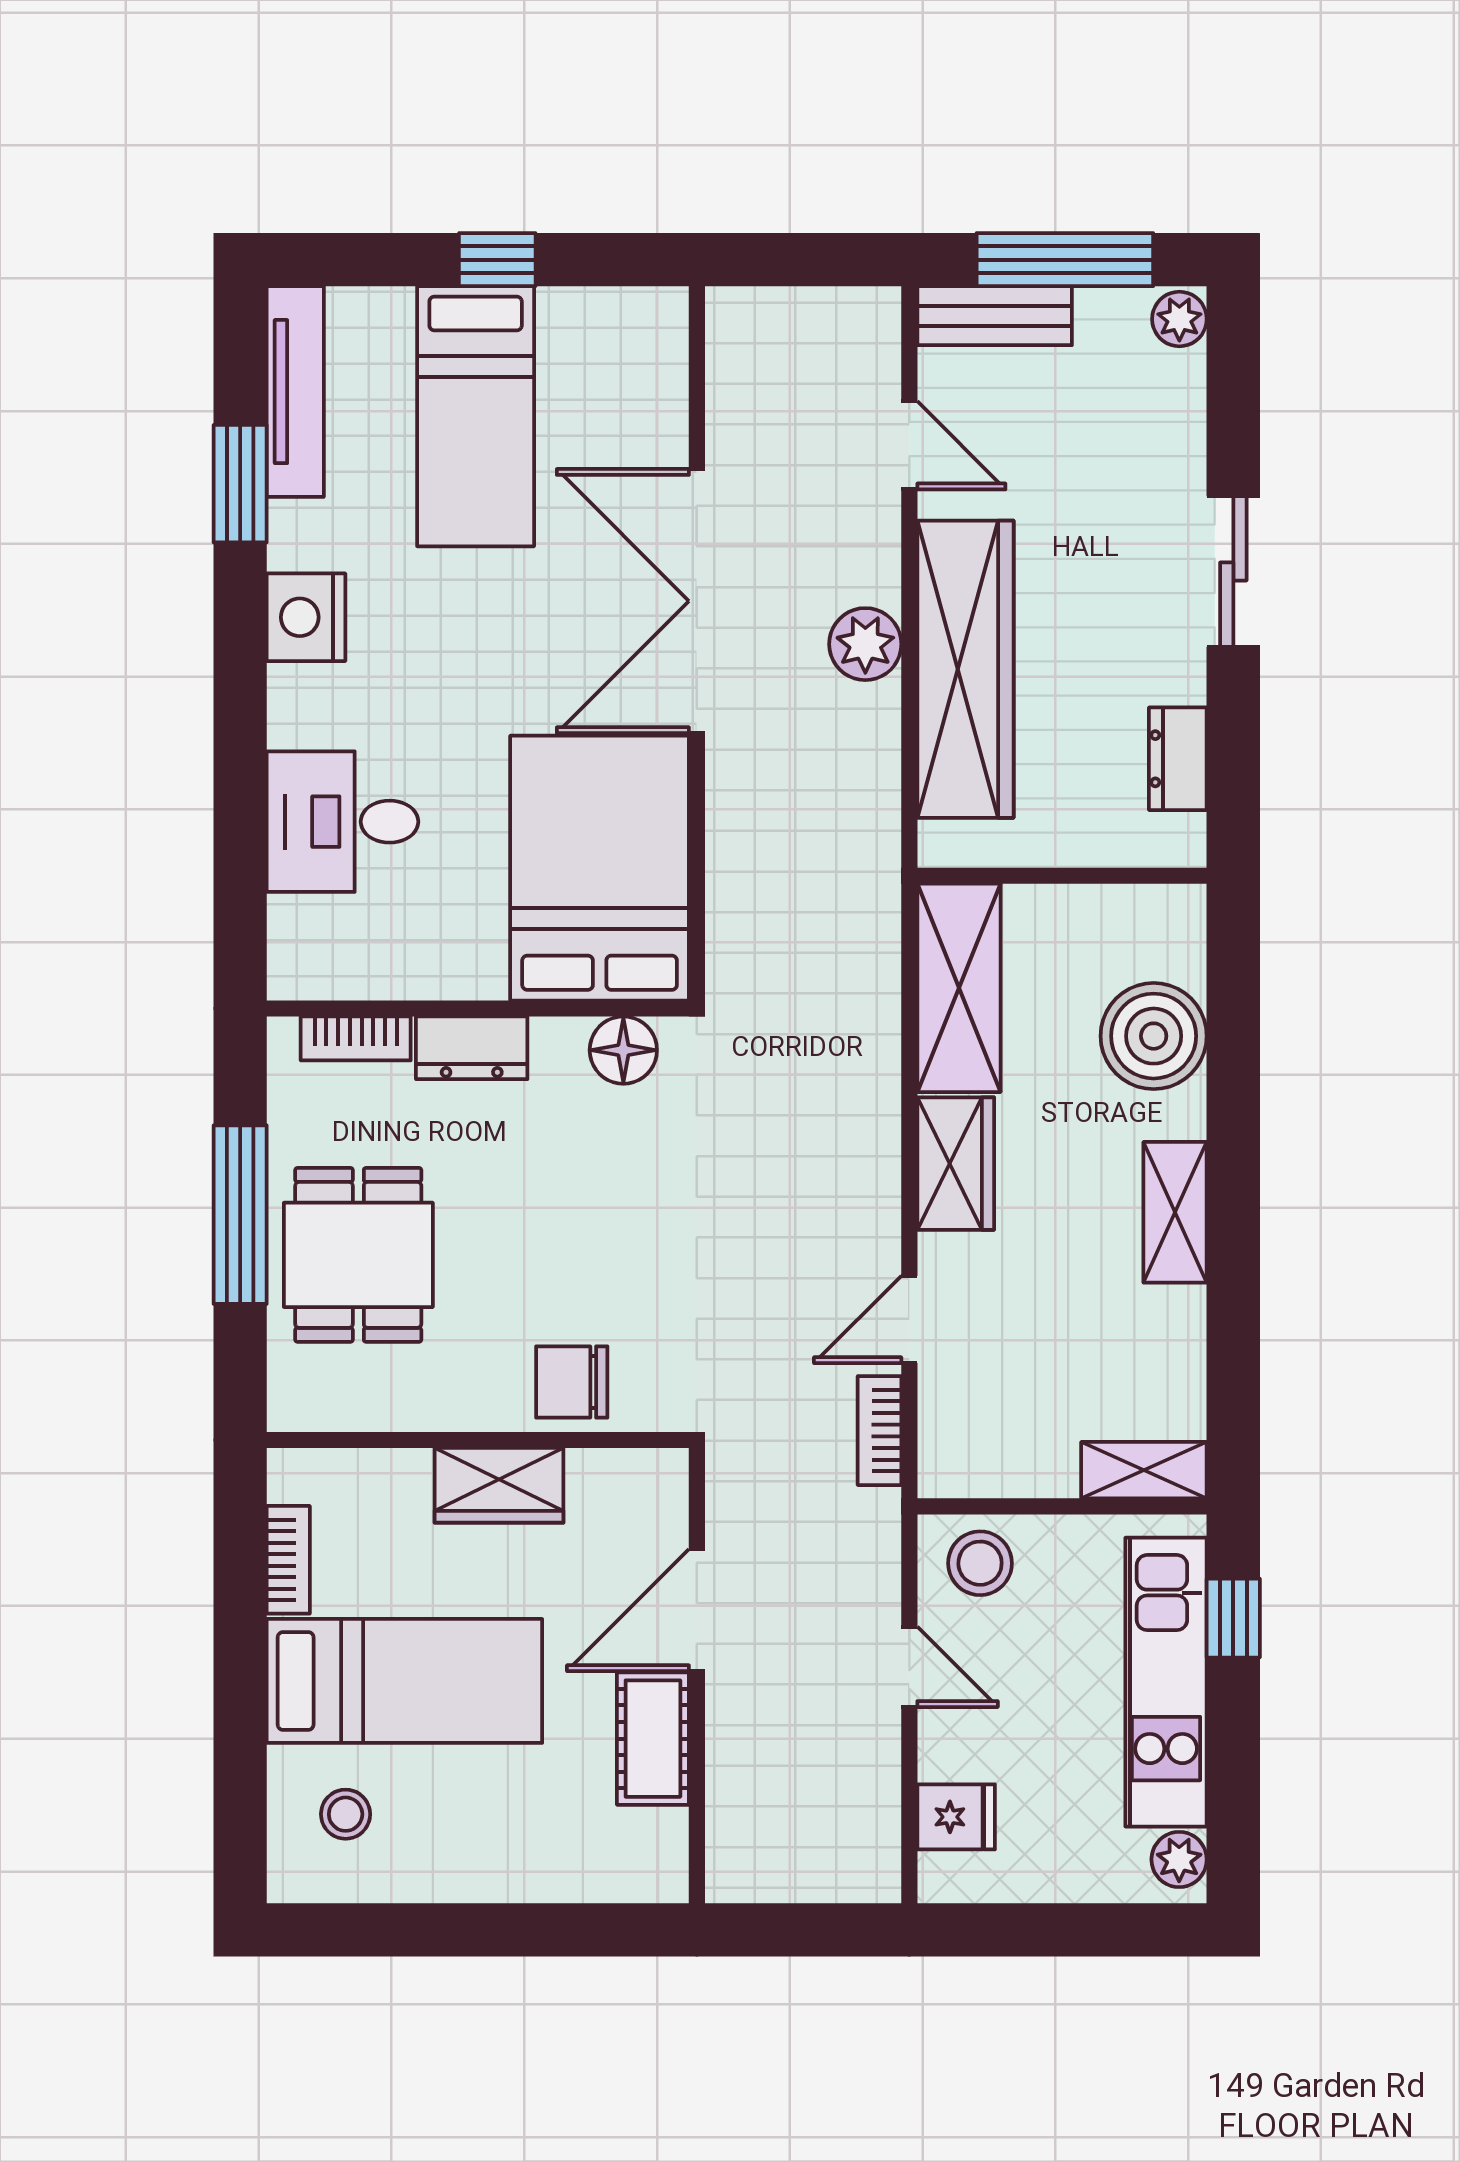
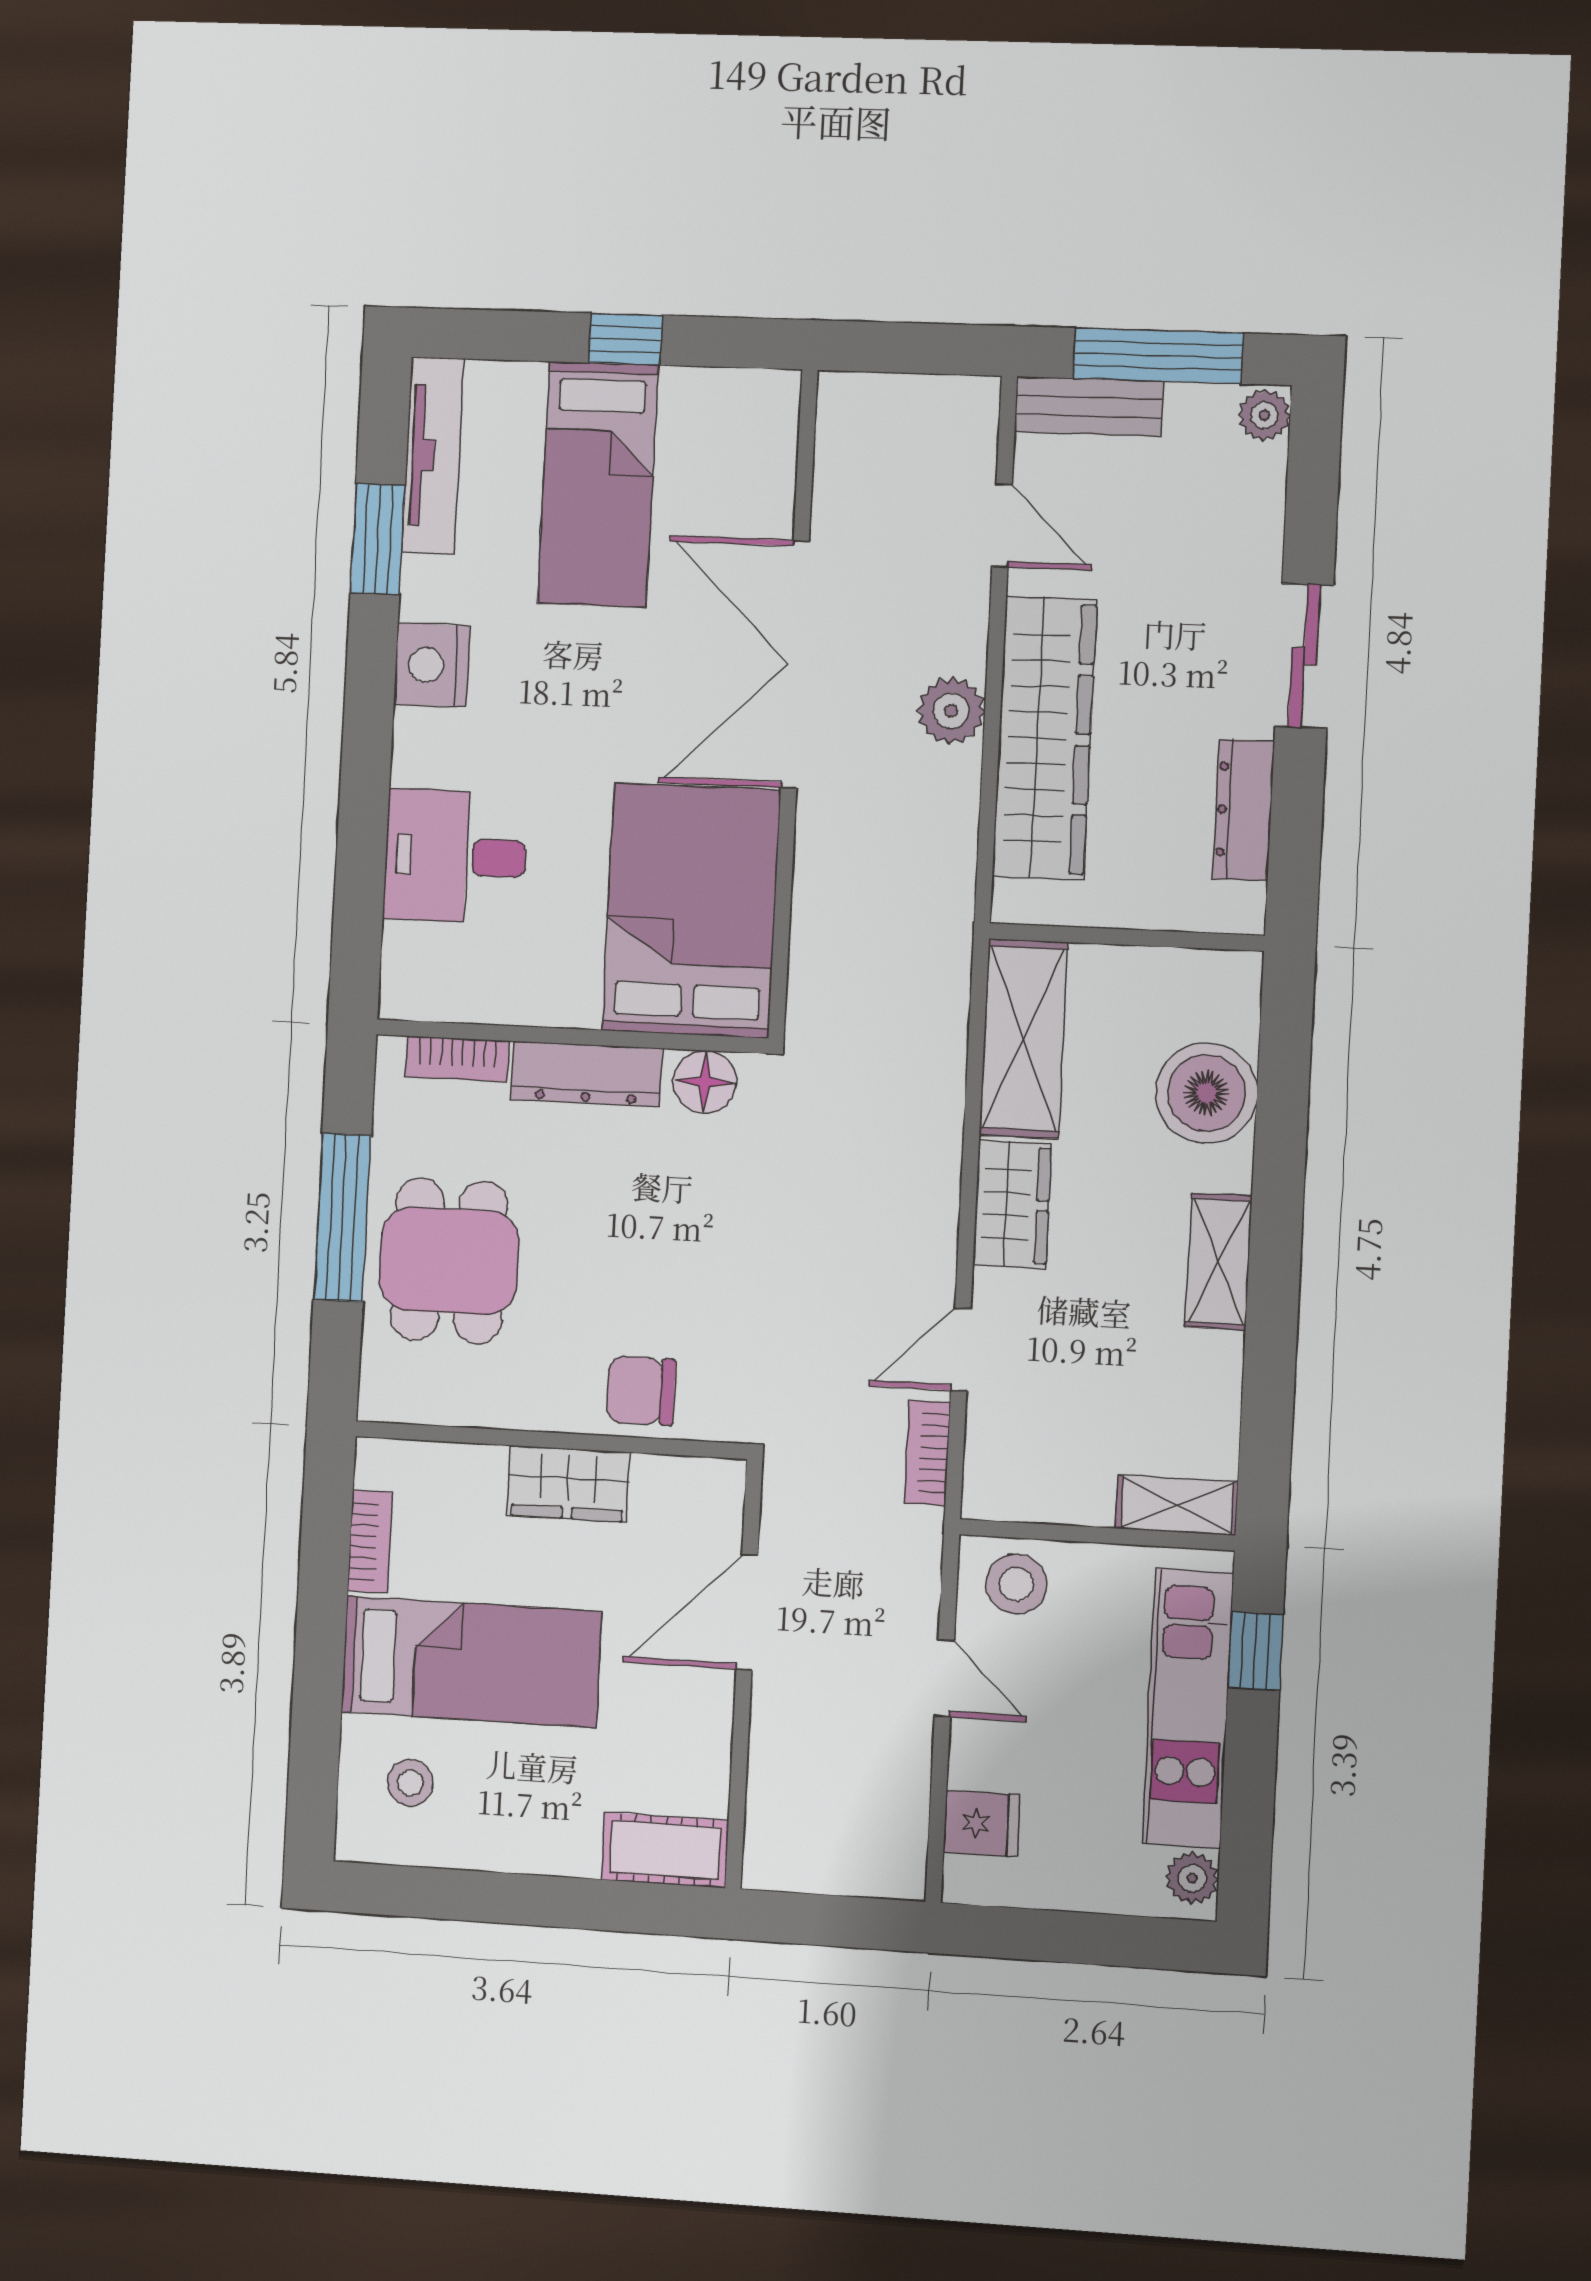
dresser: (1178, 759) -> (1244, 810), width x1.44
dresser: (472, 1048) -> (587, 1074), width x1.44
cot: (653, 1739) -> (665, 1850), moved, turned 90

